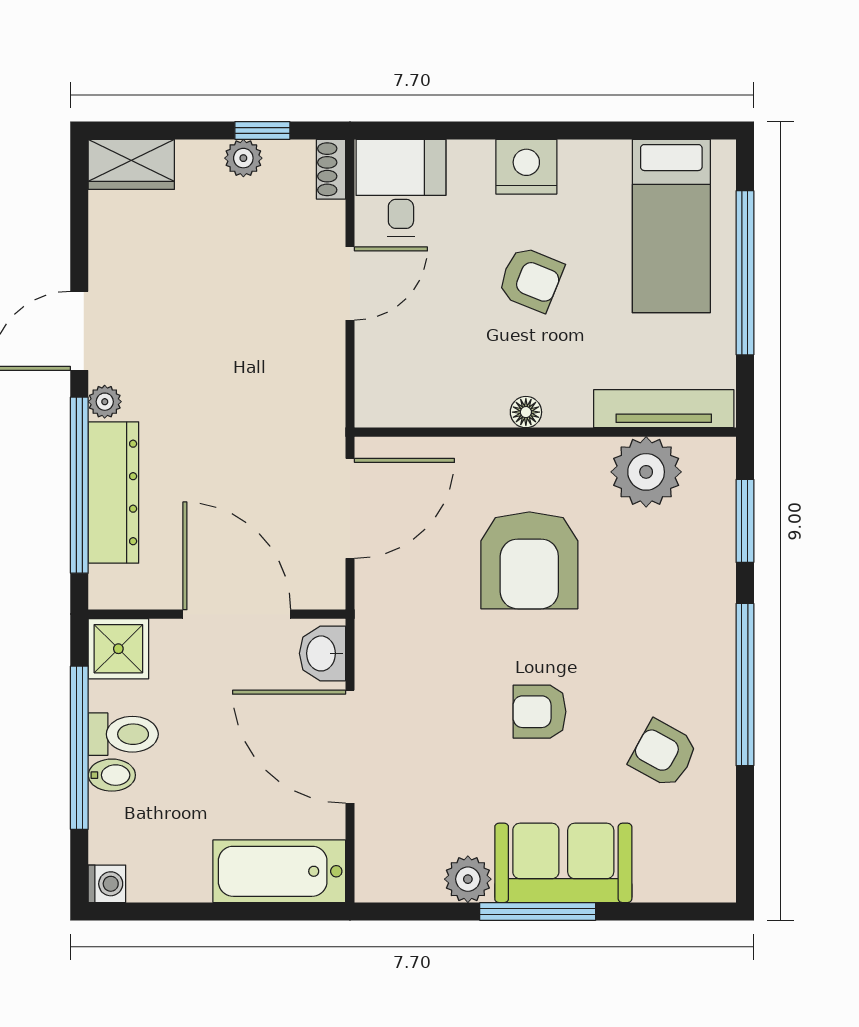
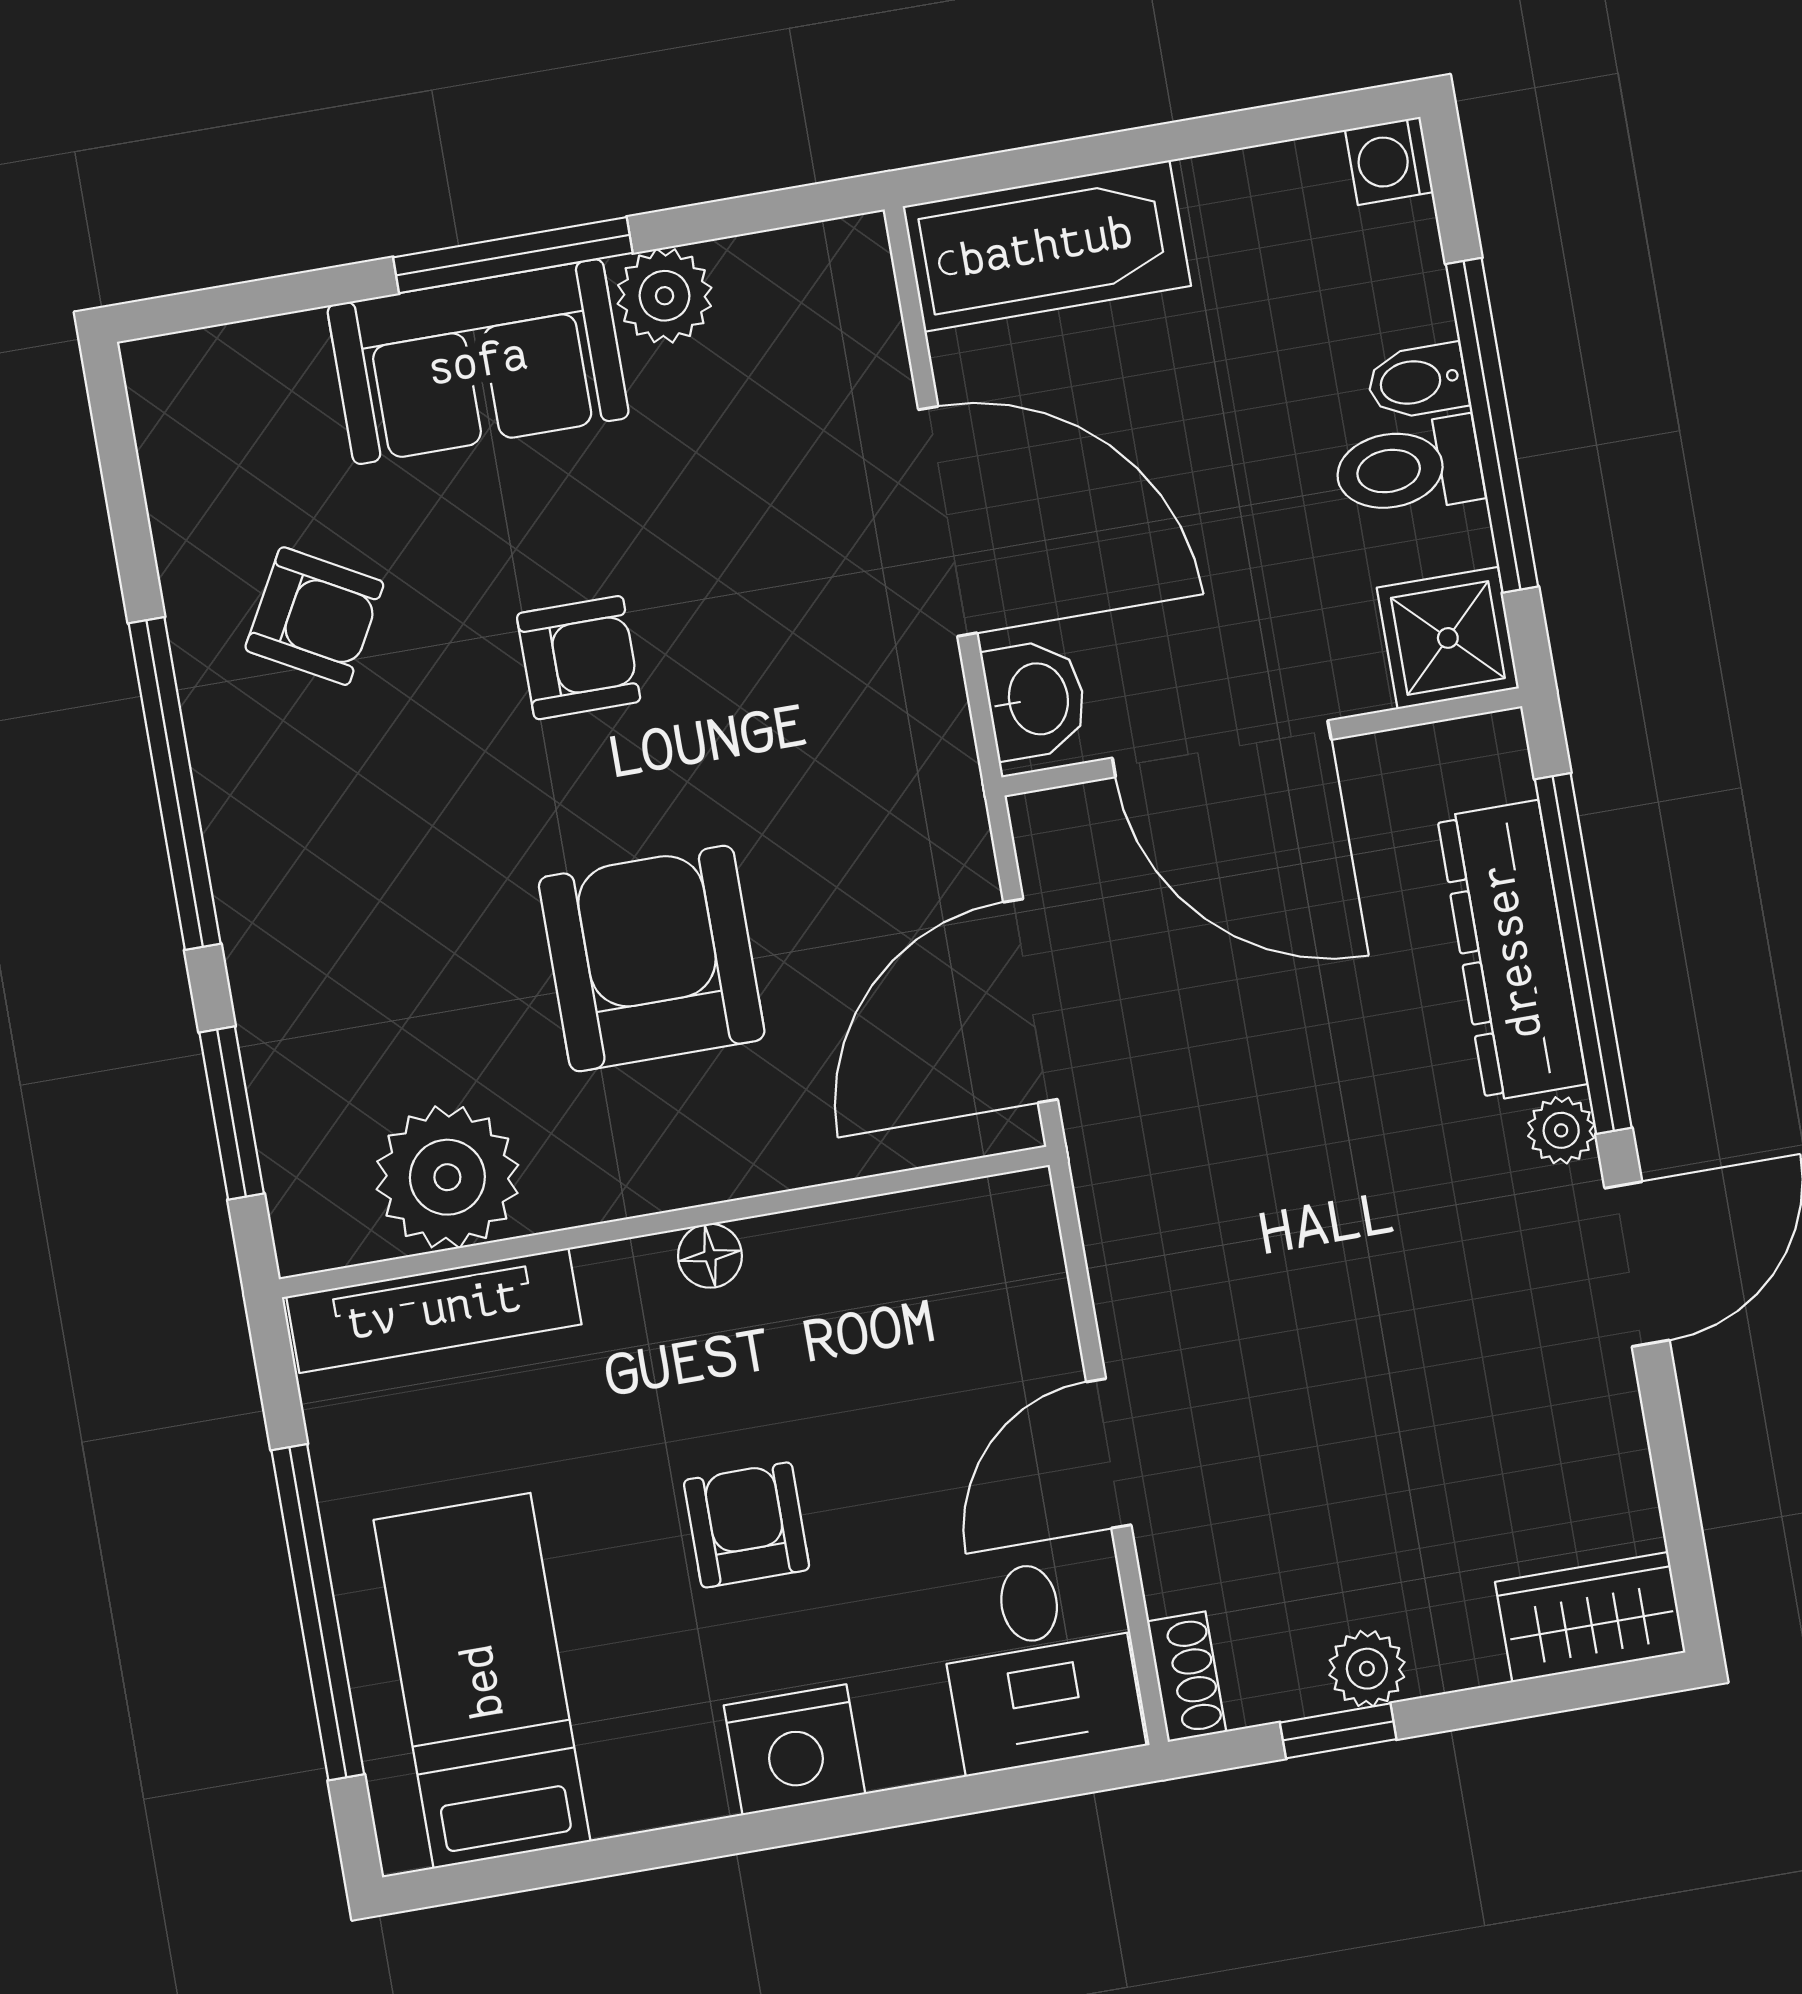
armchair: (531, 279) -> (747, 1525), turned 68

